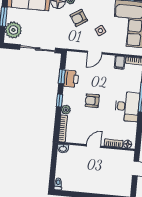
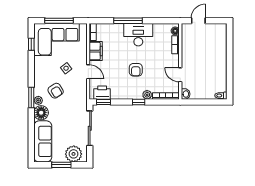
filing cabinet: (120, 62) -> (96, 51), width x2.00
window: (62, 76) -> (103, 102), moved
printer: (71, 79) -> (102, 93), moved
door: (94, 146) -> (180, 75), moved

